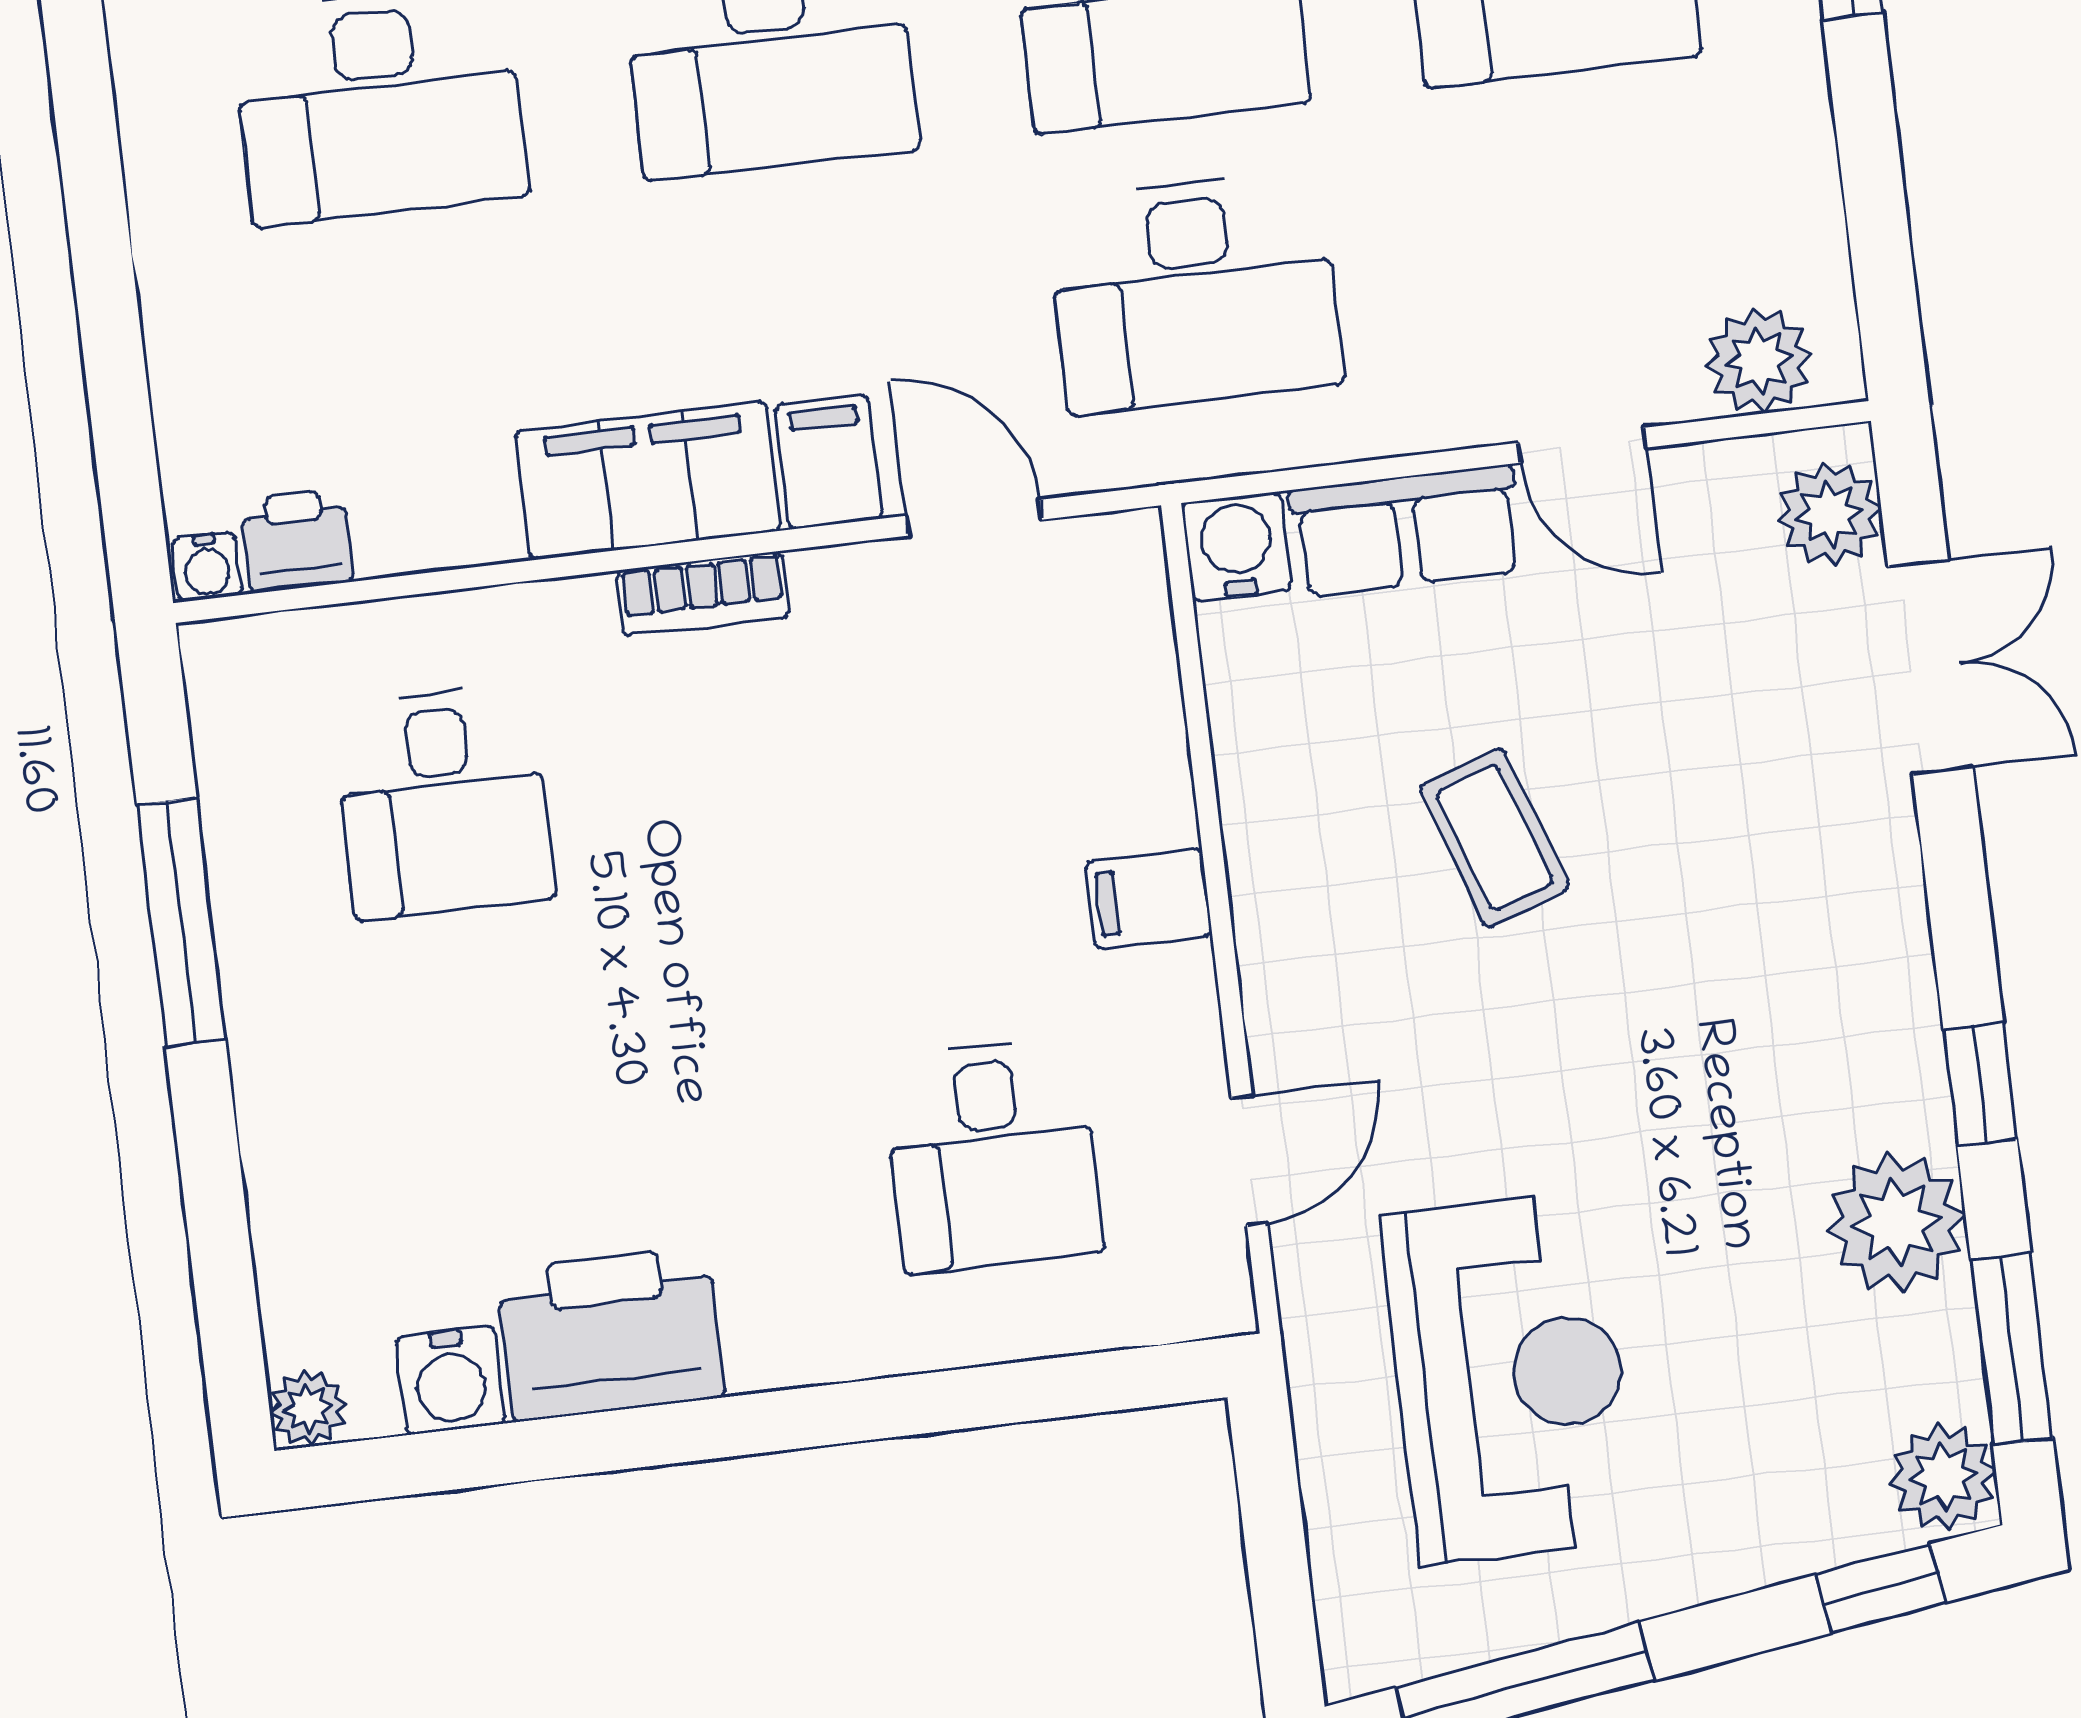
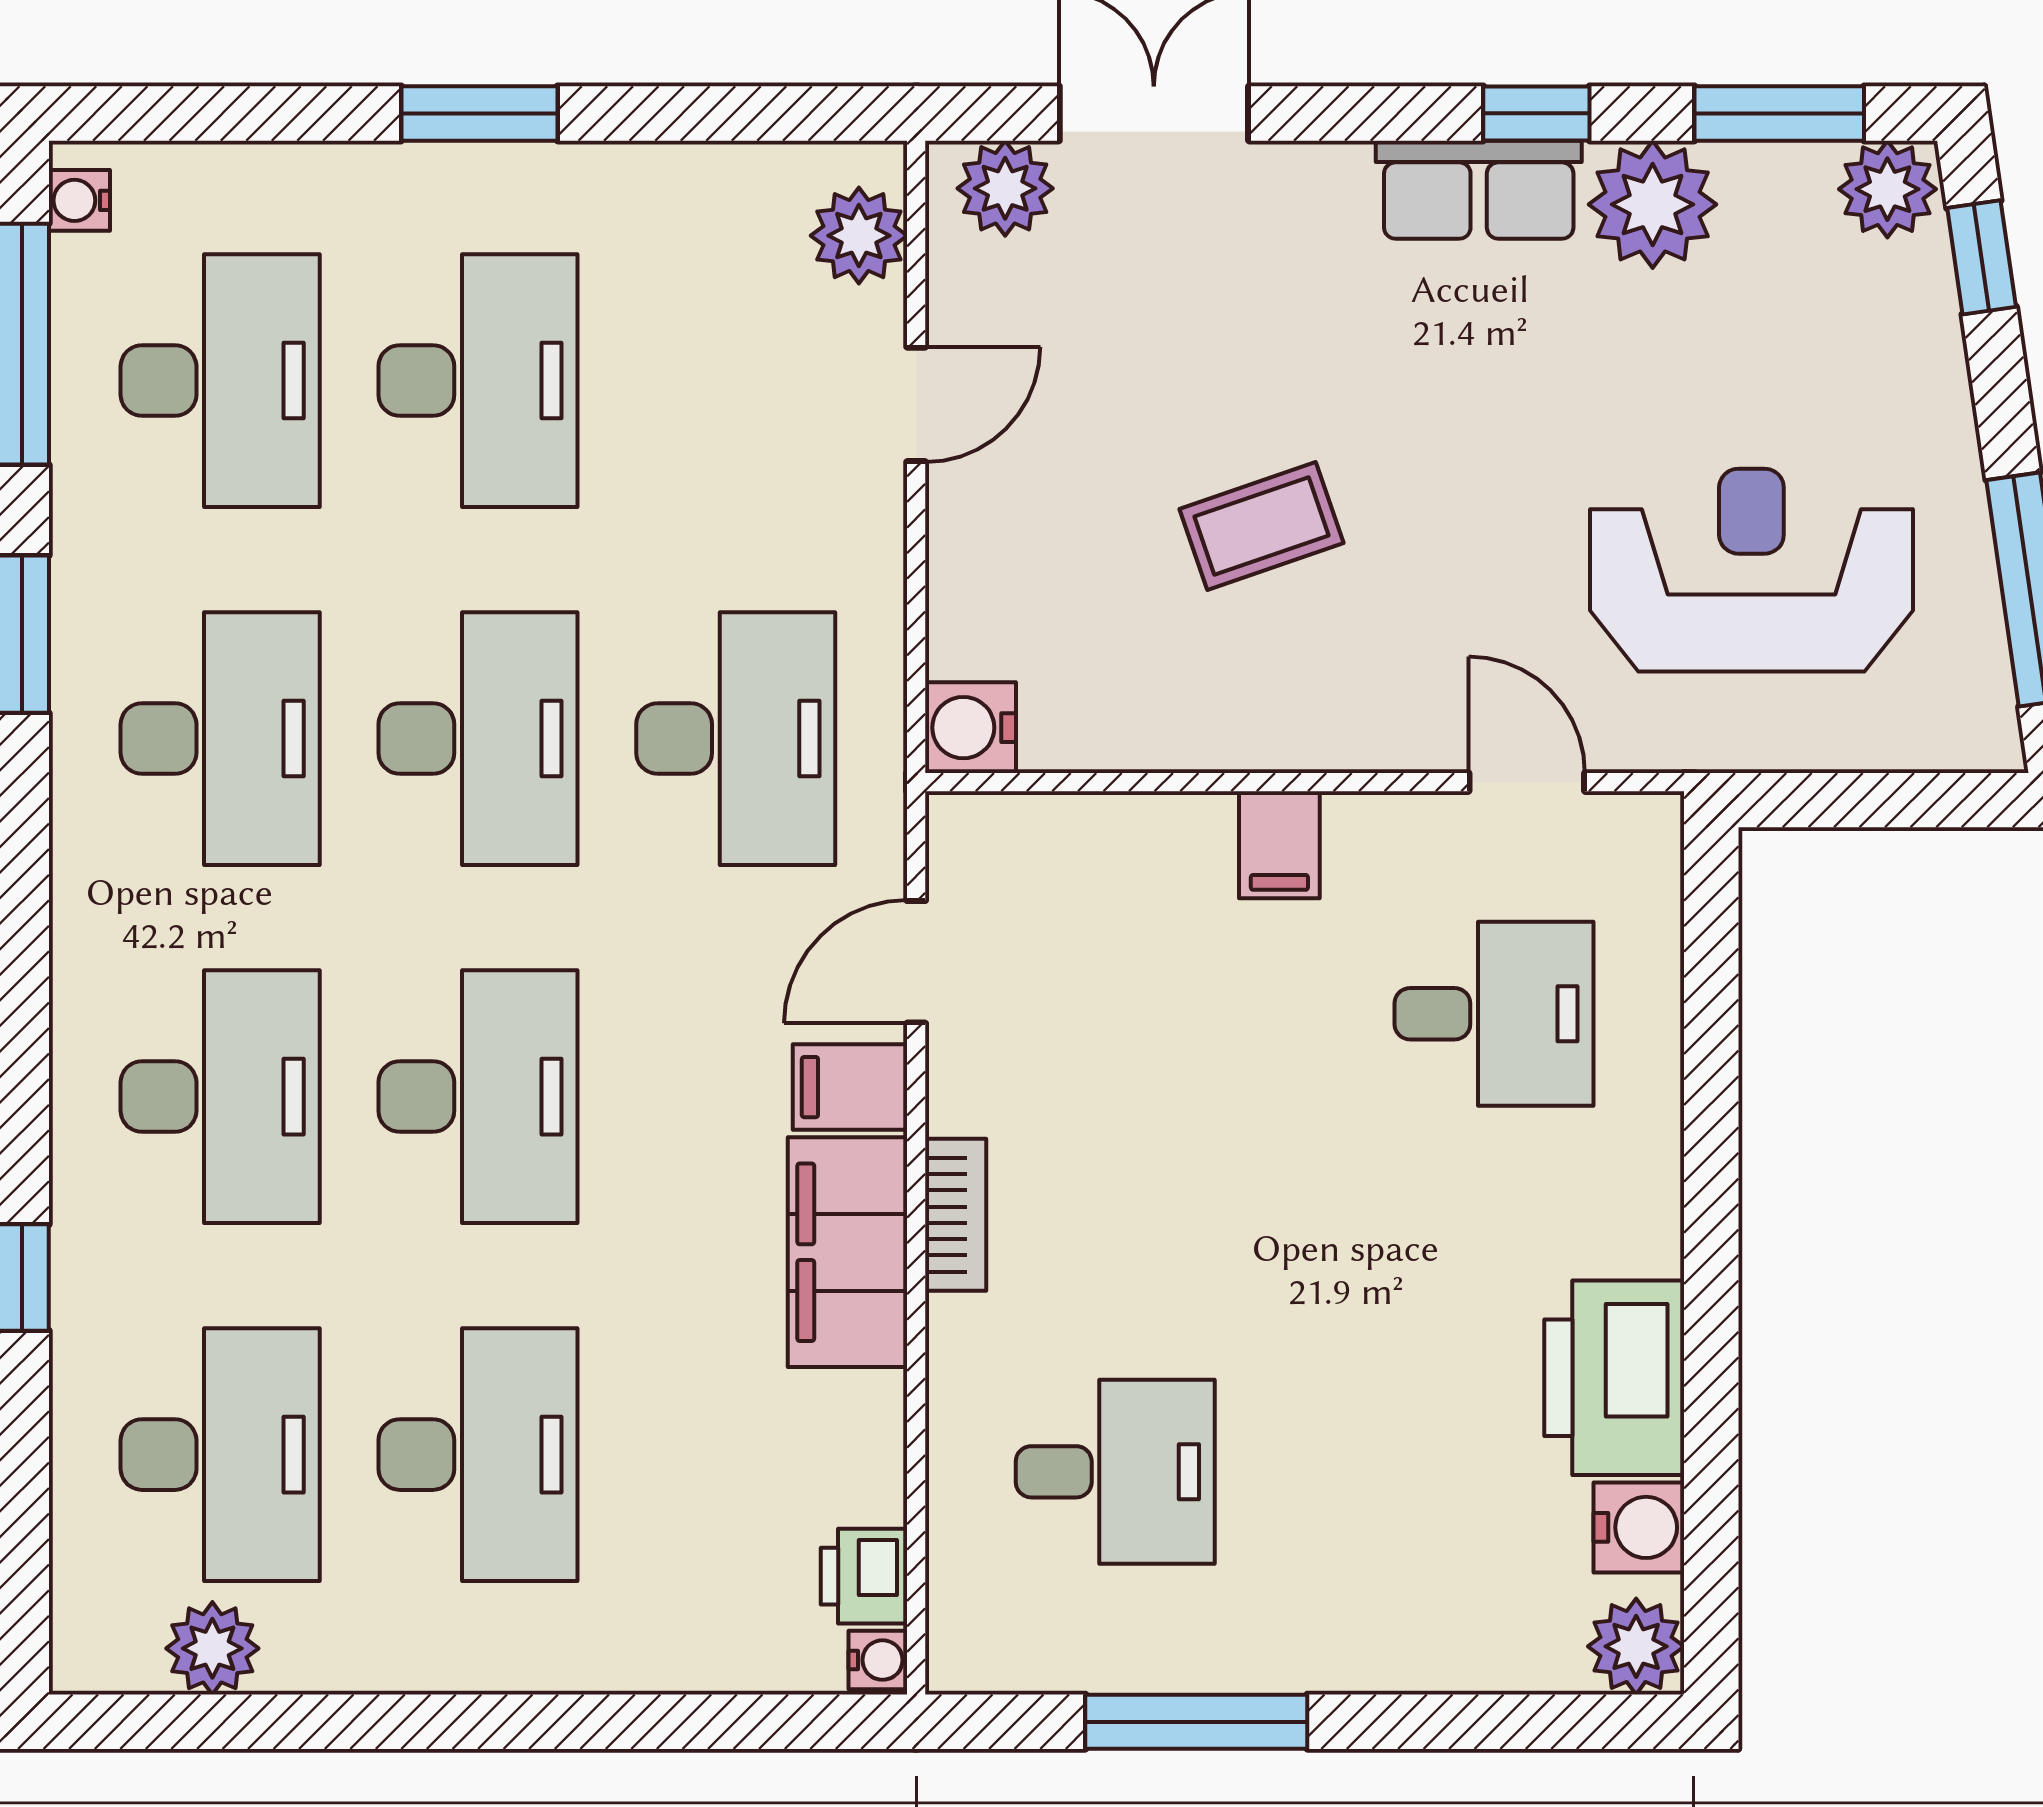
row of seats: (1406, 530) -> (1479, 190), moved, turned 90
plant: (308, 1408) -> (1636, 1646), width x1.38, depth x1.38

